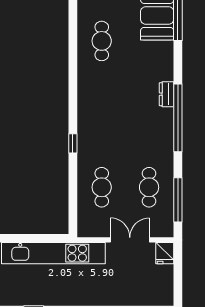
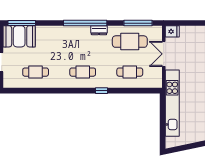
dresser: (167, 94) -> (99, 30), moved
cafe table: (102, 114) -> (83, 72), added
cafe table: (149, 187) -> (130, 42), width x1.37, depth x1.35

